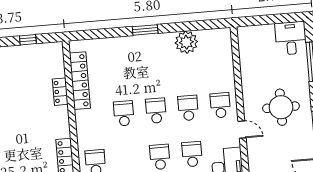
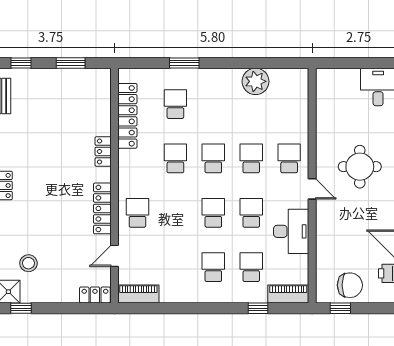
window: (145, 30) -> (184, 63), moved
window: (28, 40) -> (71, 63), width x1.50
school desk: (120, 67) -> (175, 104), added
locker: (60, 92) -> (103, 151), moved

